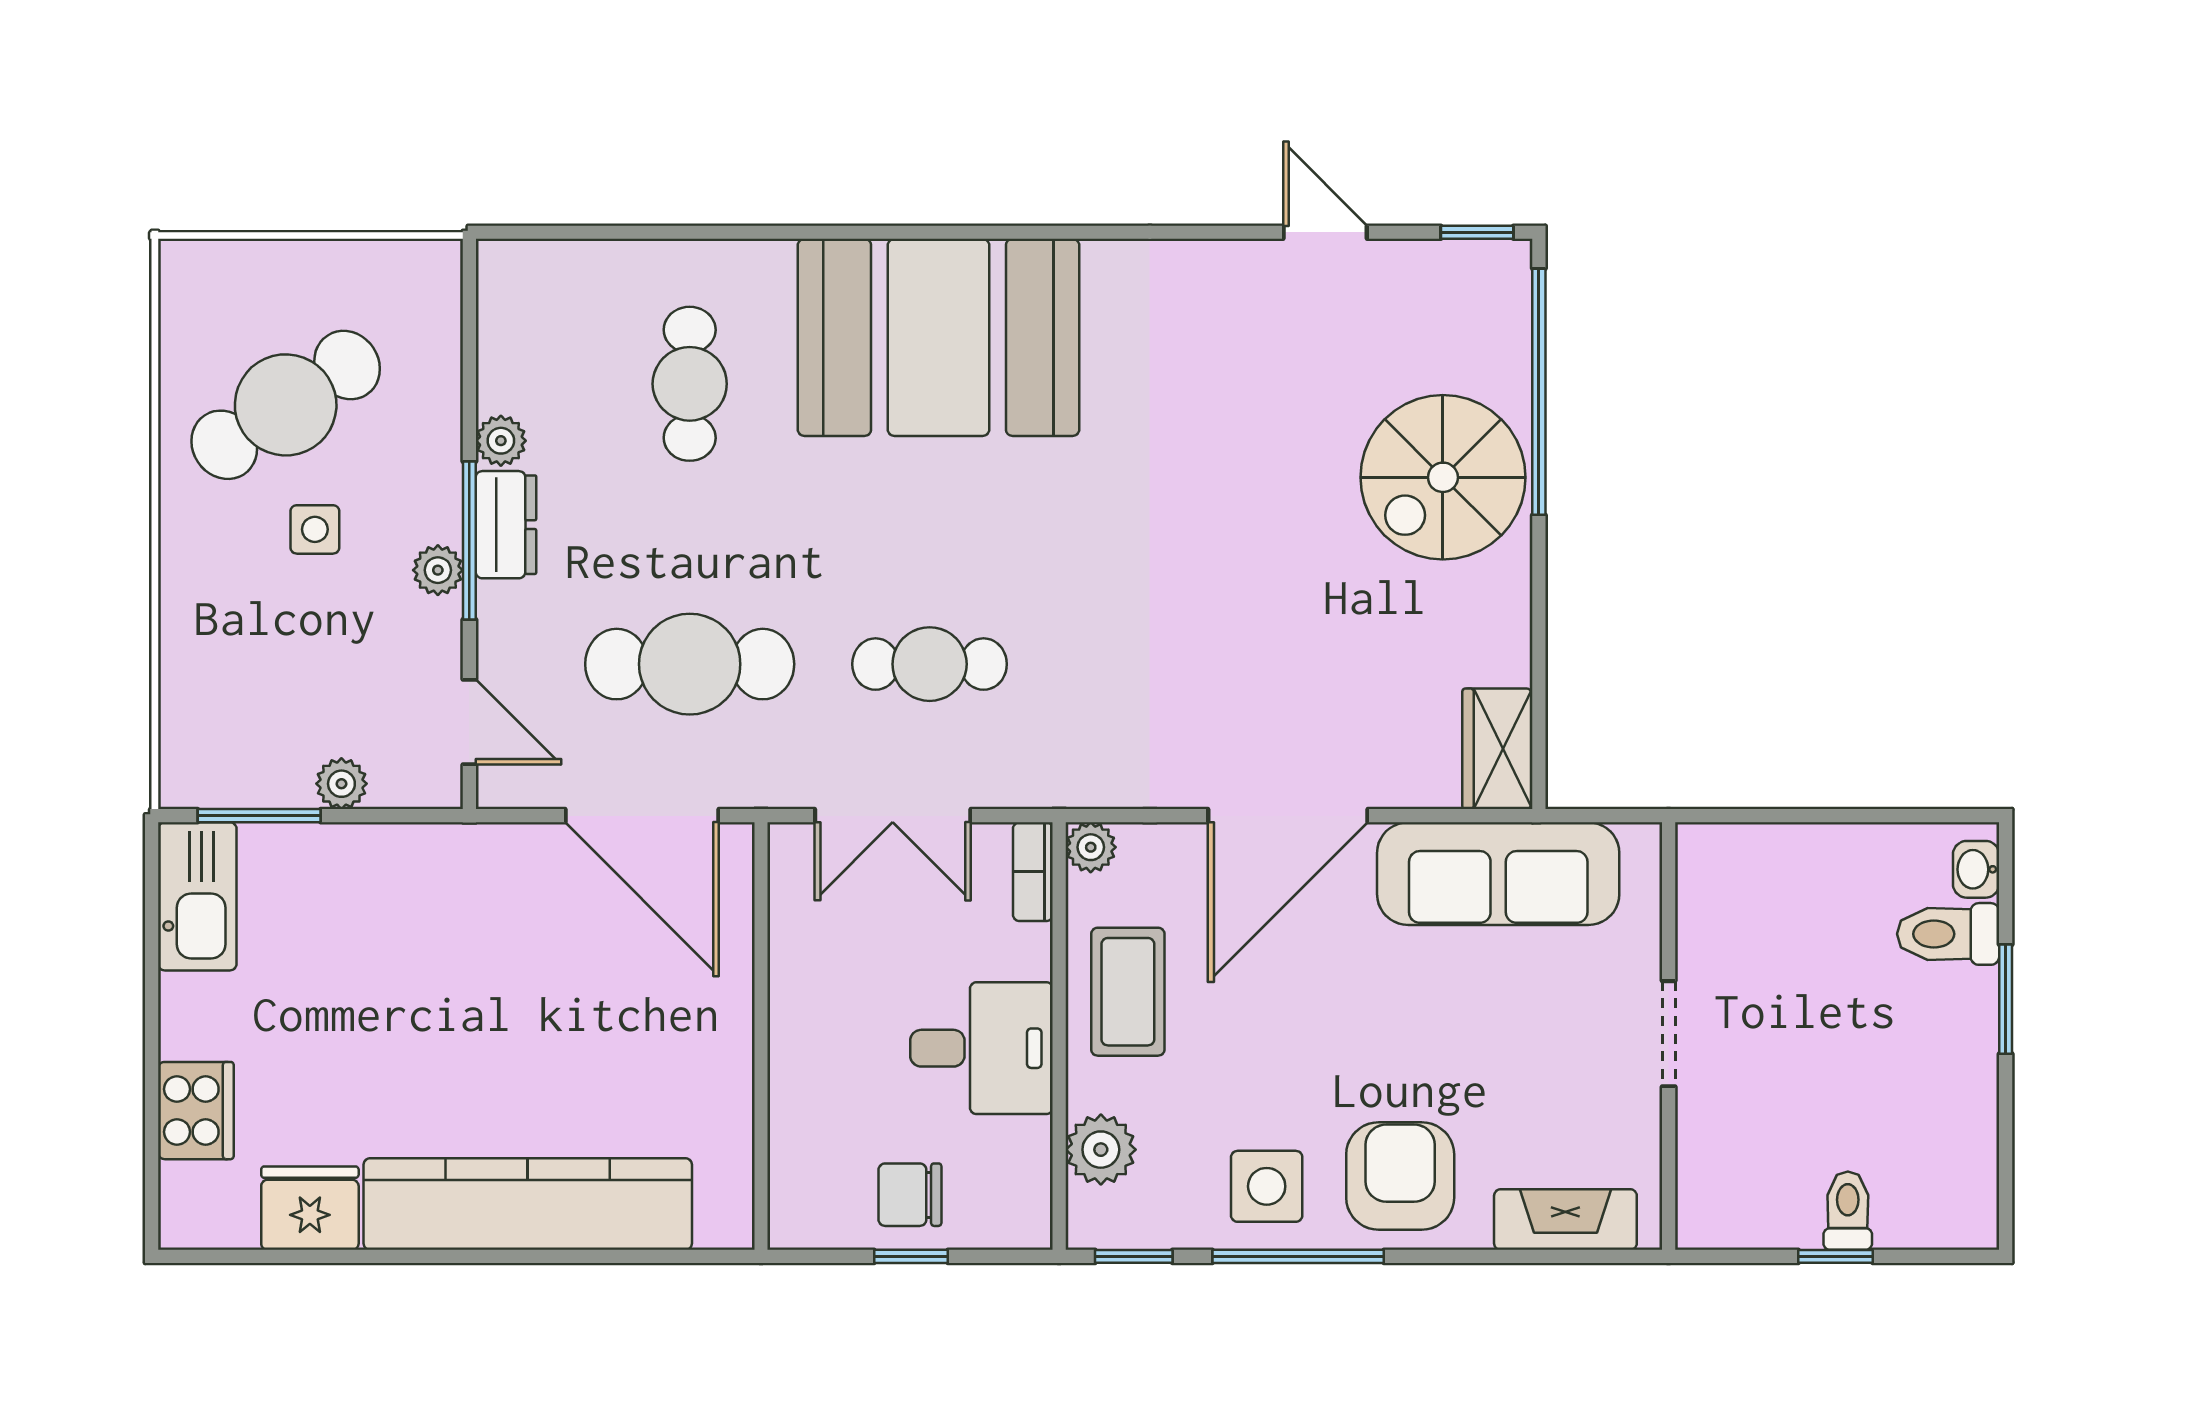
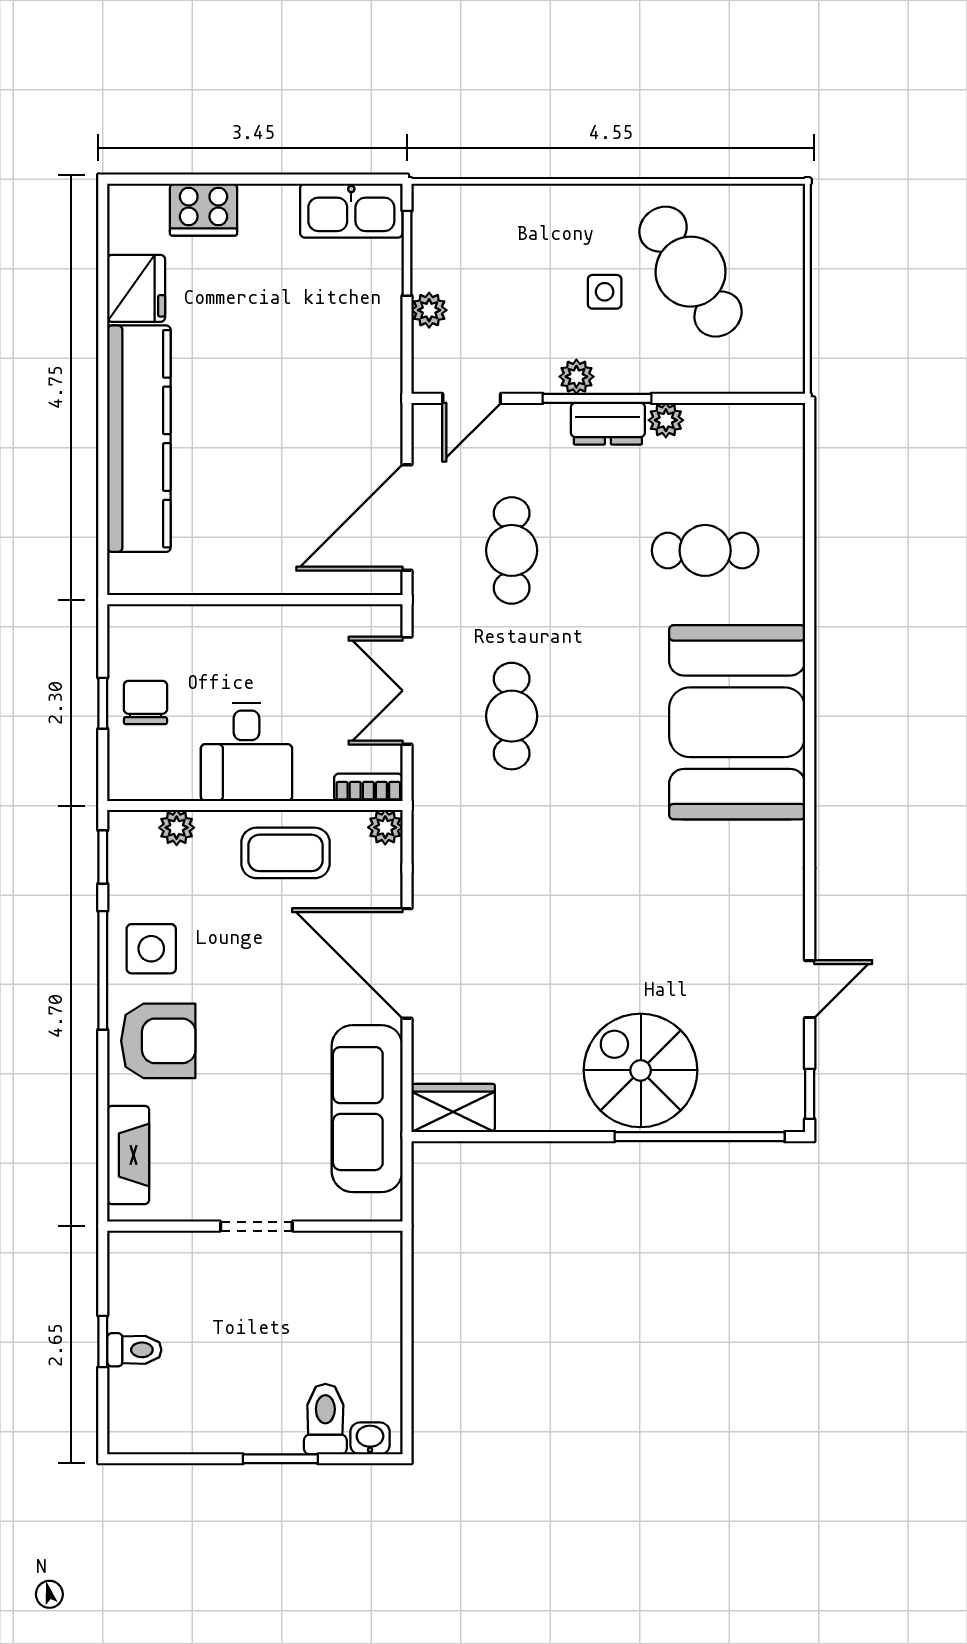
cafe table: (690, 664) -> (512, 550), width x0.73, depth x0.74
plant: (1101, 1150) -> (177, 828), width x0.73, depth x0.73

